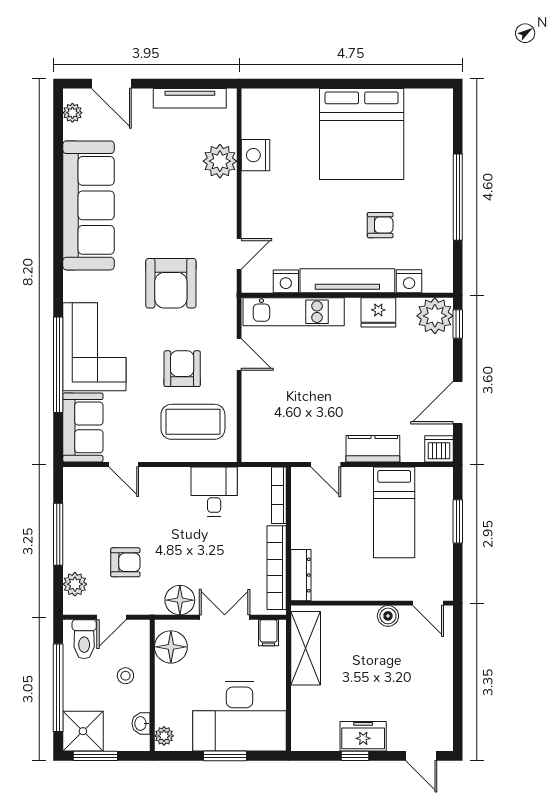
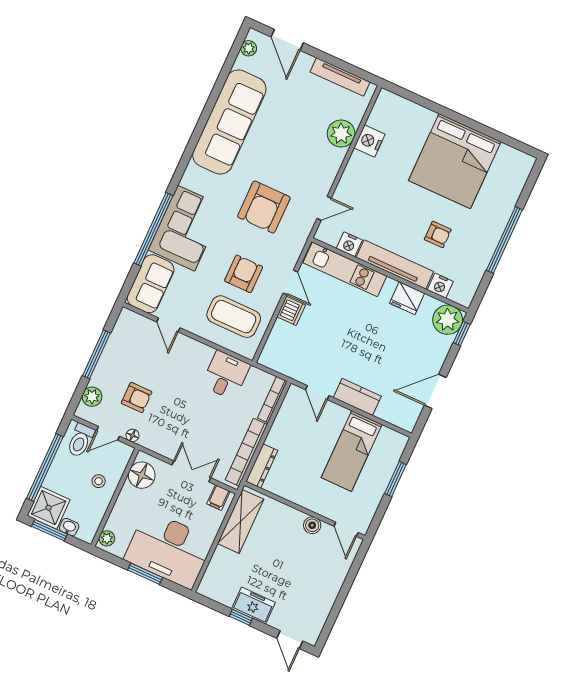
dishwasher: (439, 449) -> (291, 311), moved, turned 90
floor lamp: (180, 600) -> (133, 435), moved, width x0.53, depth x0.53
washbasin: (141, 723) -> (69, 527), moved, turned 90

